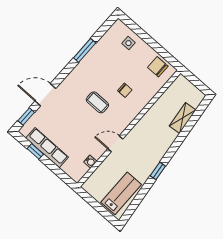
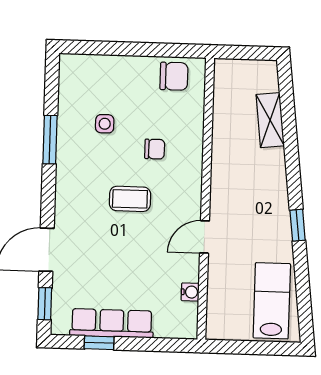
side table: (128, 43) -> (105, 124), moved
chair: (158, 67) -> (174, 76), turned 180

